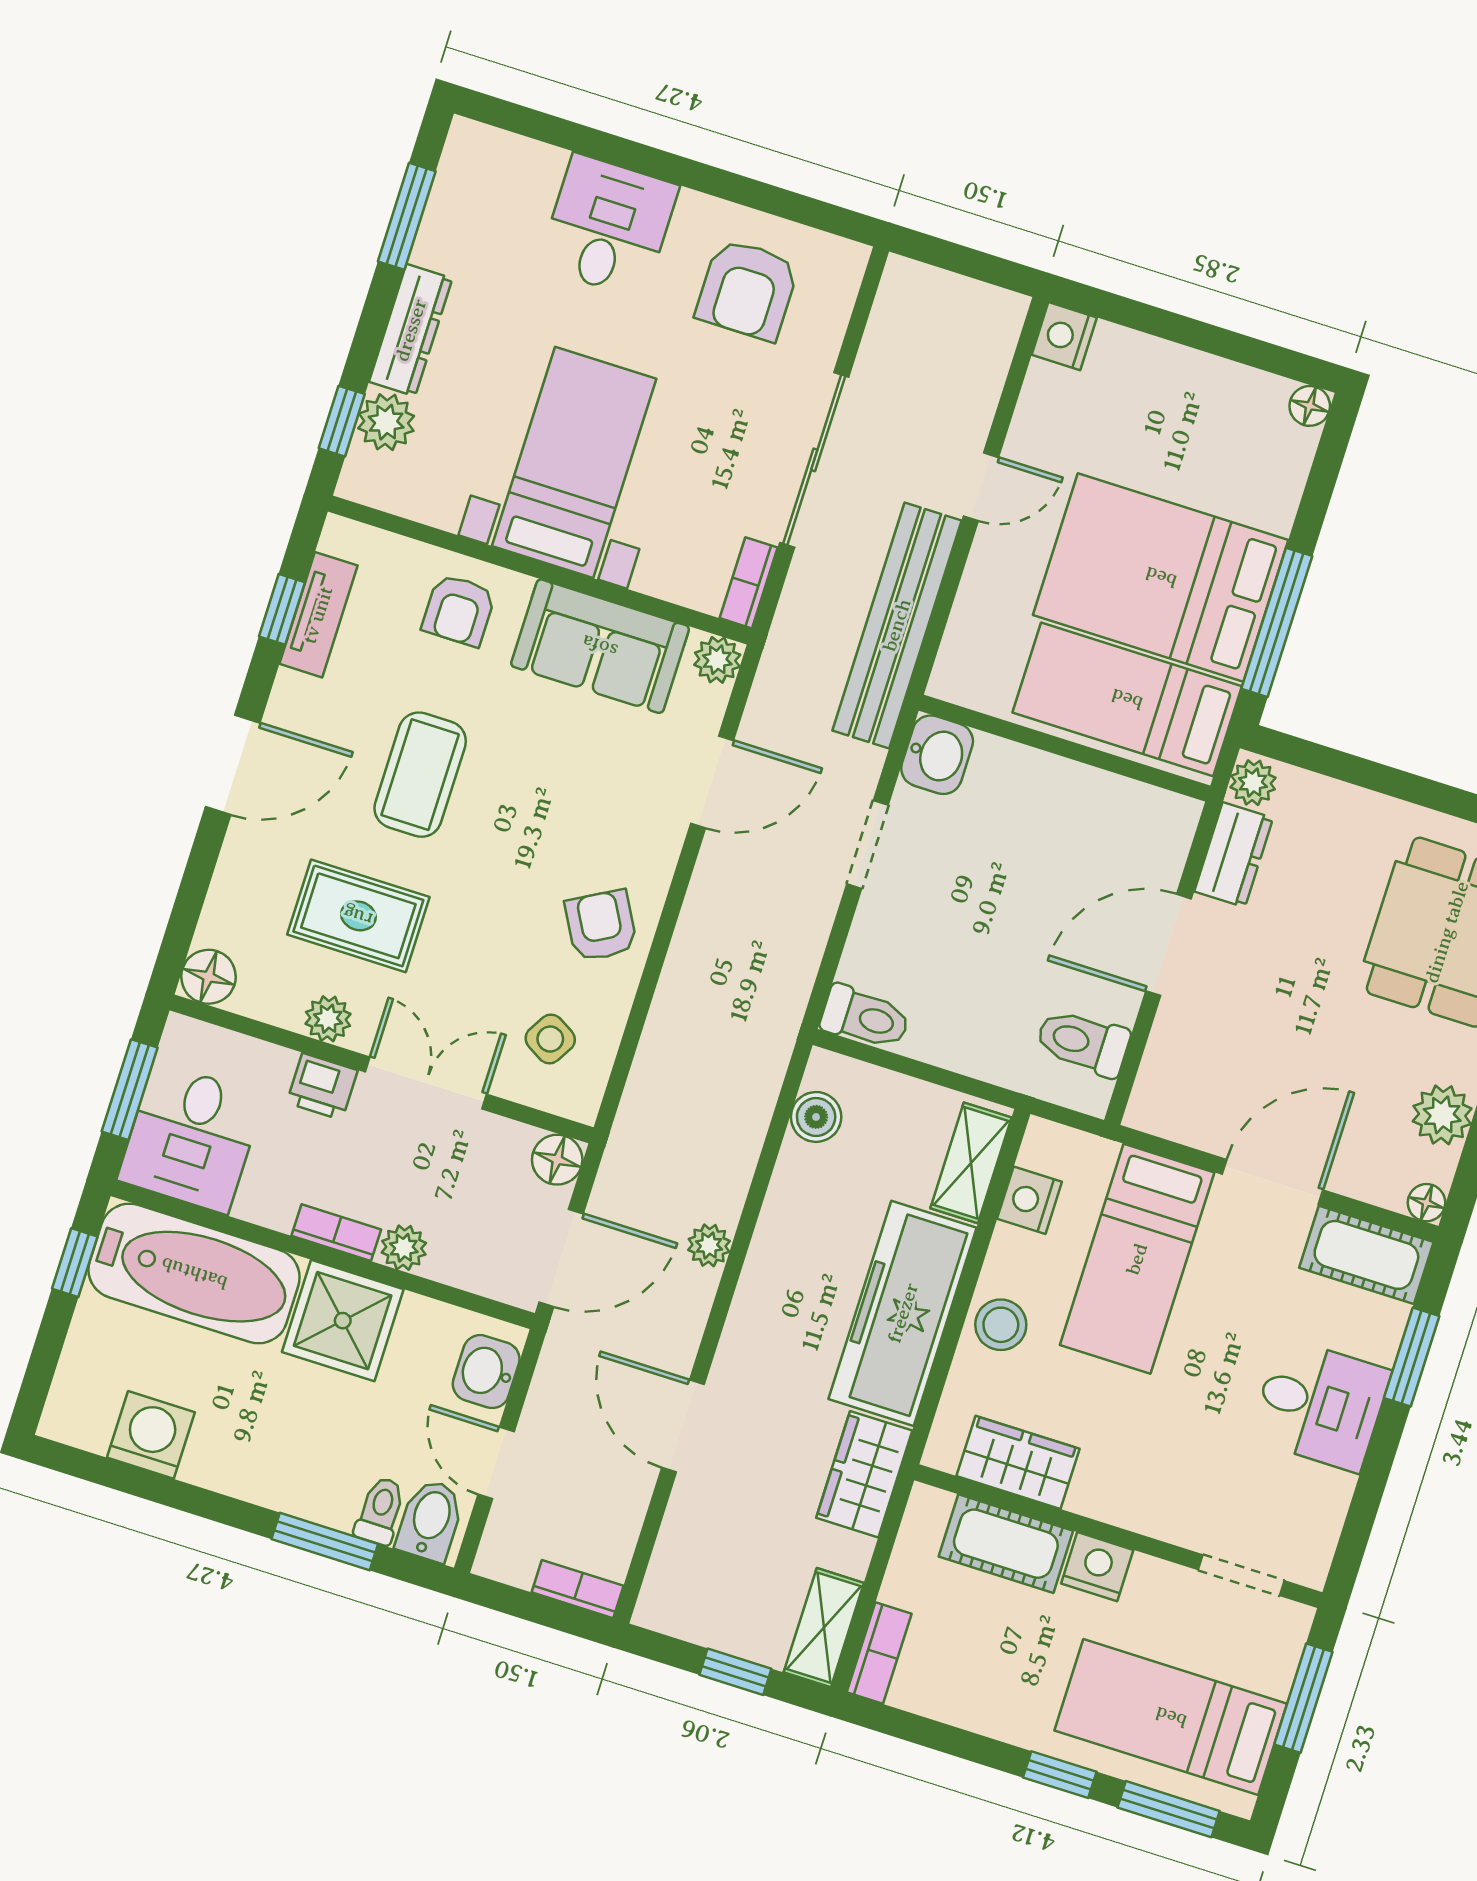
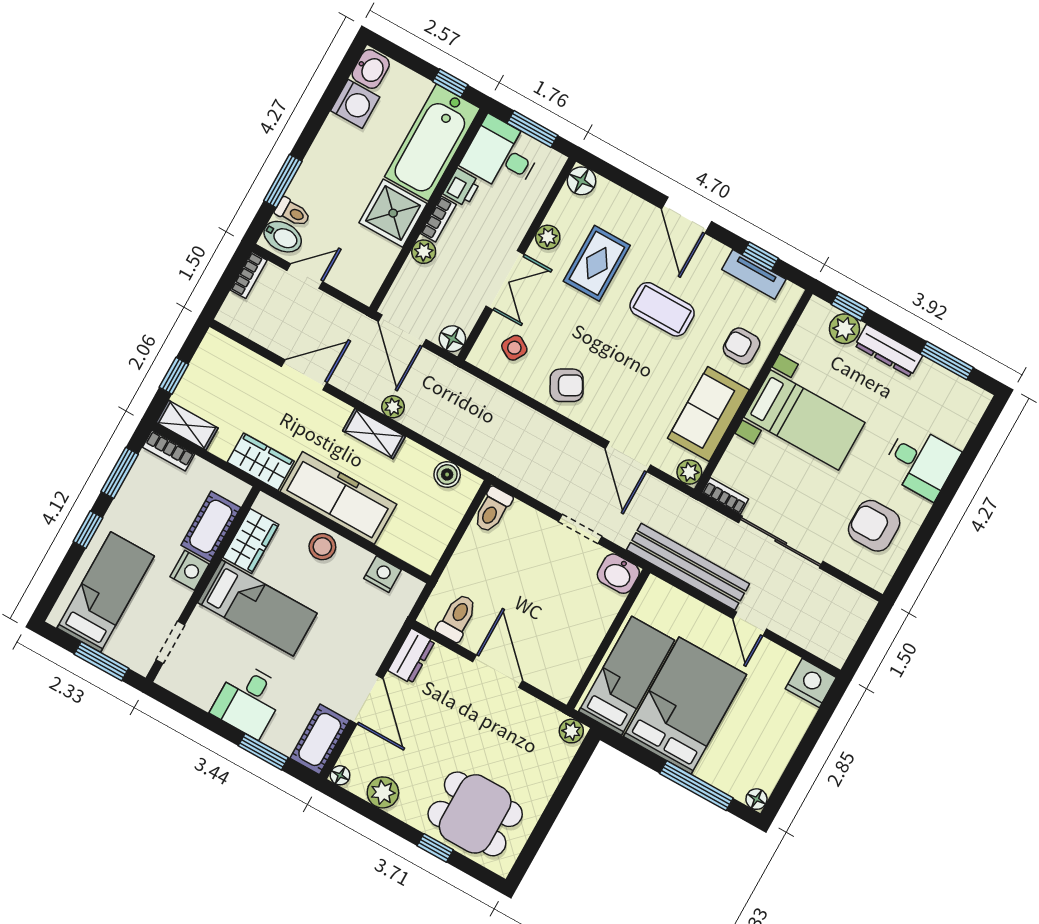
nightstand: (1064, 336) -> (811, 683), width x1.36, depth x1.33
window: (1277, 622) -> (696, 786), moved
dresser: (1234, 855) -> (411, 656), moved, turned -90
printer: (322, 1086) -> (462, 187), moved, turned 180
shelving: (971, 1163) -> (374, 434), moved
bed: (1137, 1259) -> (257, 608), moved, turned 180
washbasin: (486, 1372) -> (371, 69), moved, turned 90
bookcase: (578, 1589) -> (249, 275), moved
window: (1169, 1809) -> (120, 473), moved

